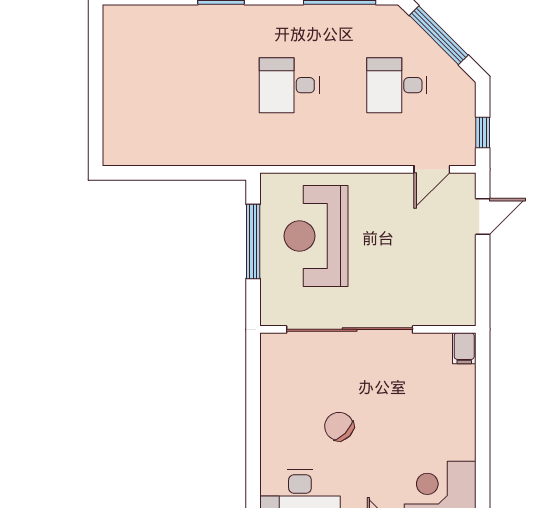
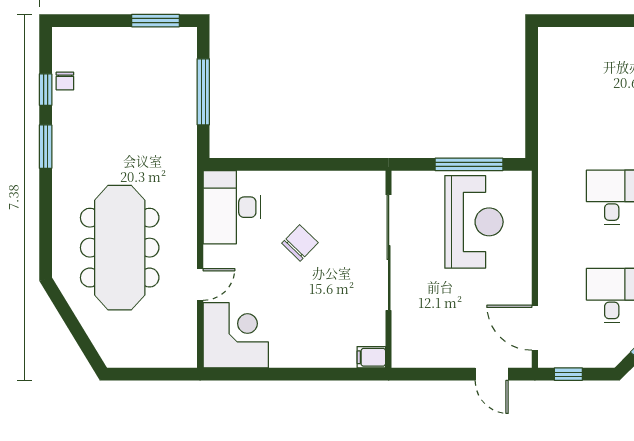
door: (432, 169) -> (535, 328), width x1.38
reception desk: (316, 236) -> (474, 222), turned 90

